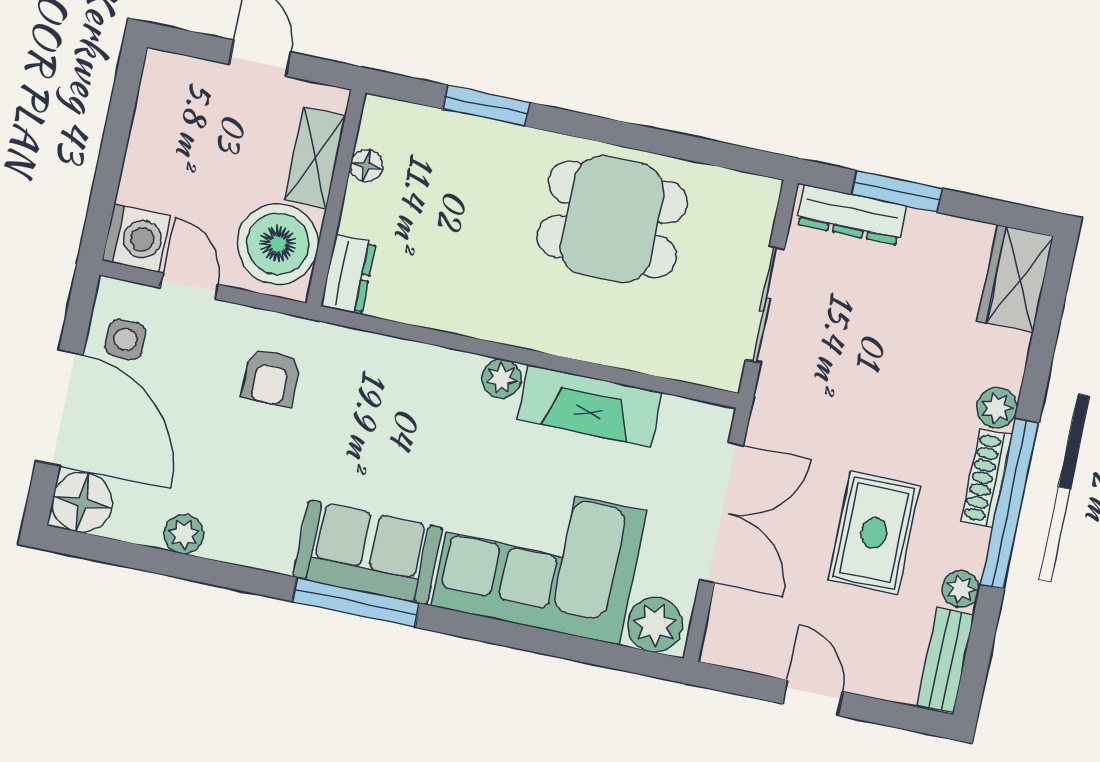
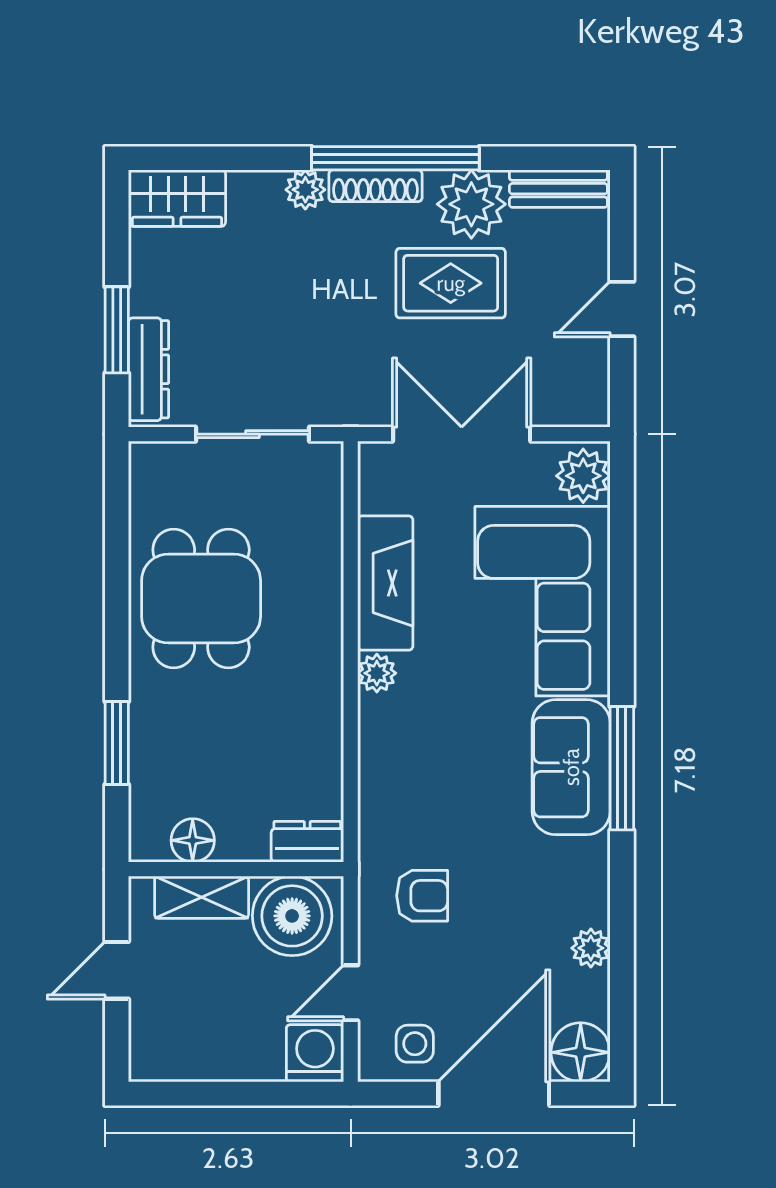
floor lamp: (367, 165) -> (193, 840), width x1.37, depth x1.37
plant: (961, 589) -> (471, 204), width x1.87, depth x1.87

